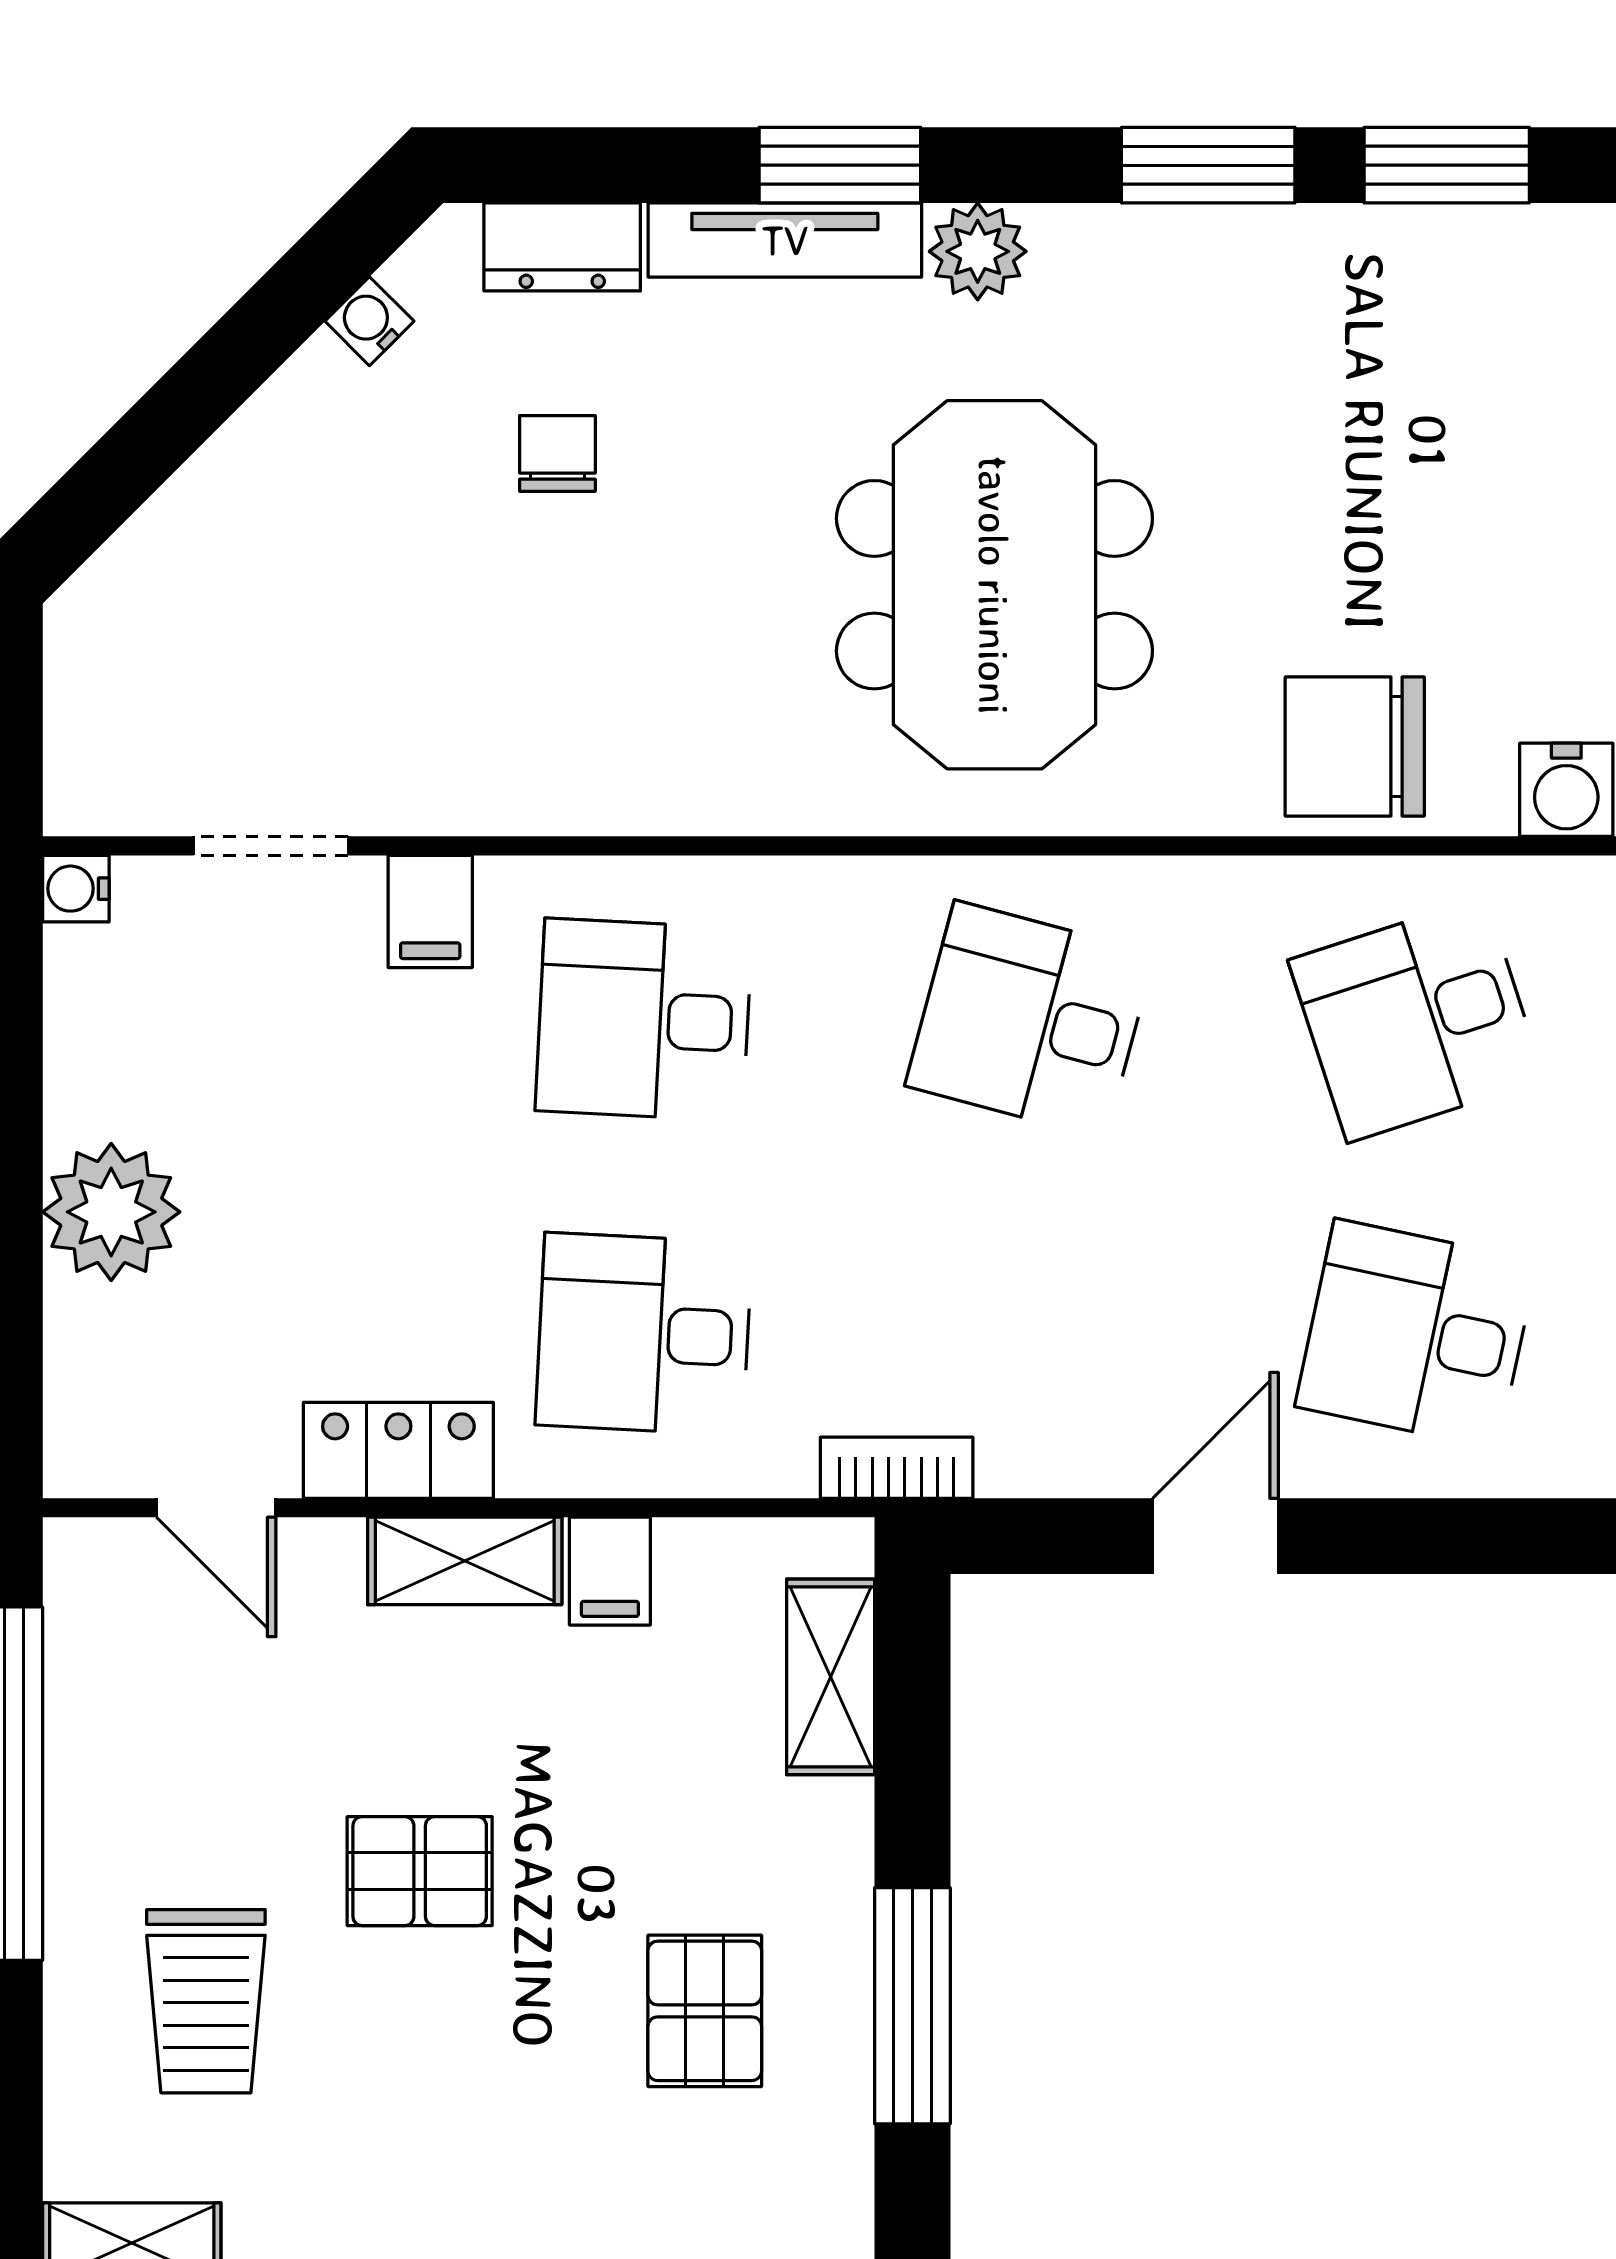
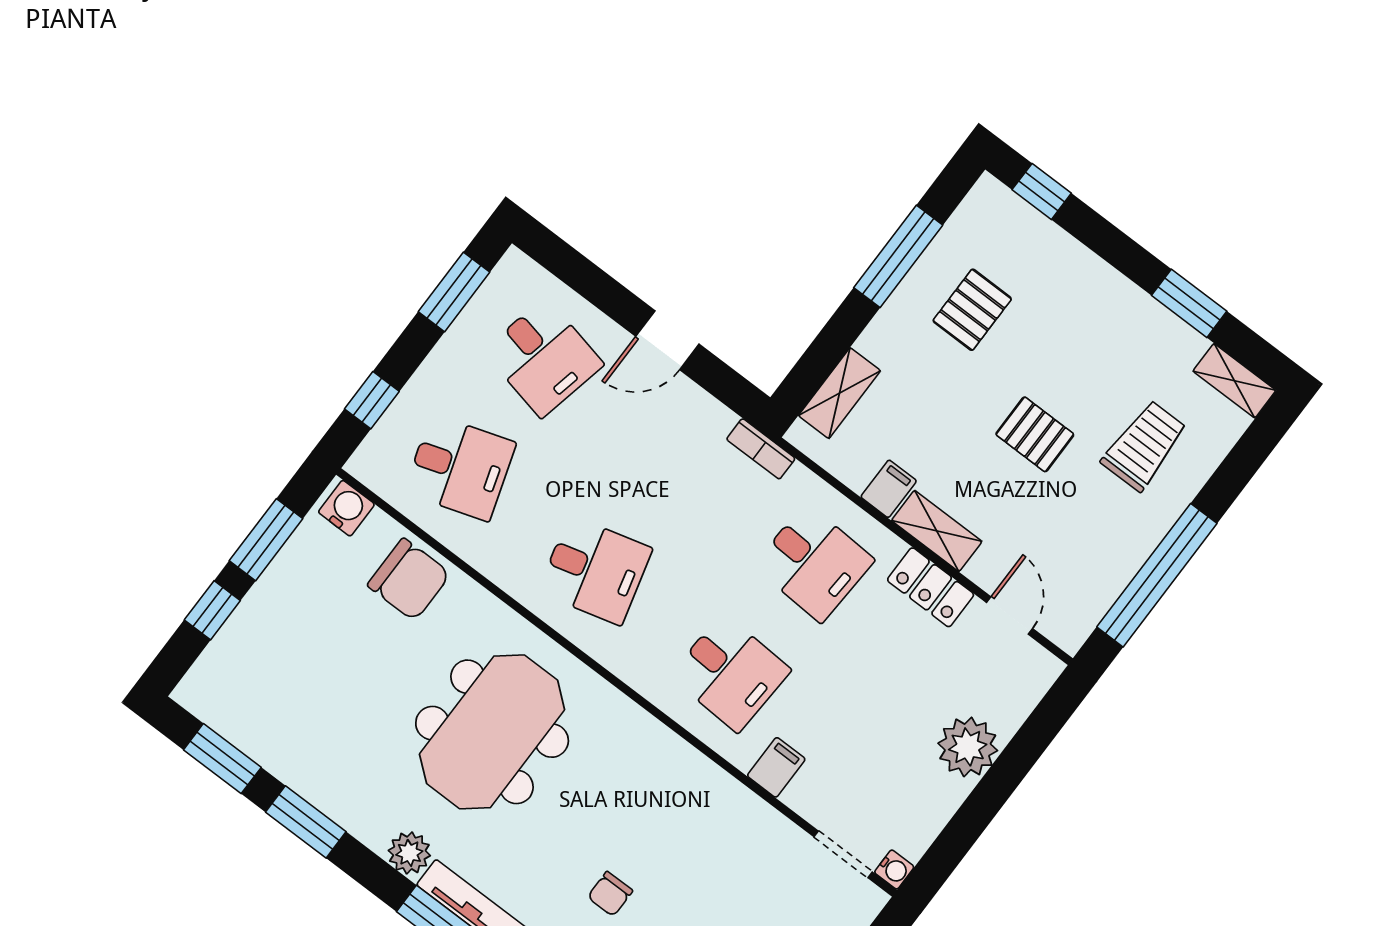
doorway: (271, 846) -> (843, 854), moved
desk: (1030, 1020) -> (595, 570), turned -30

